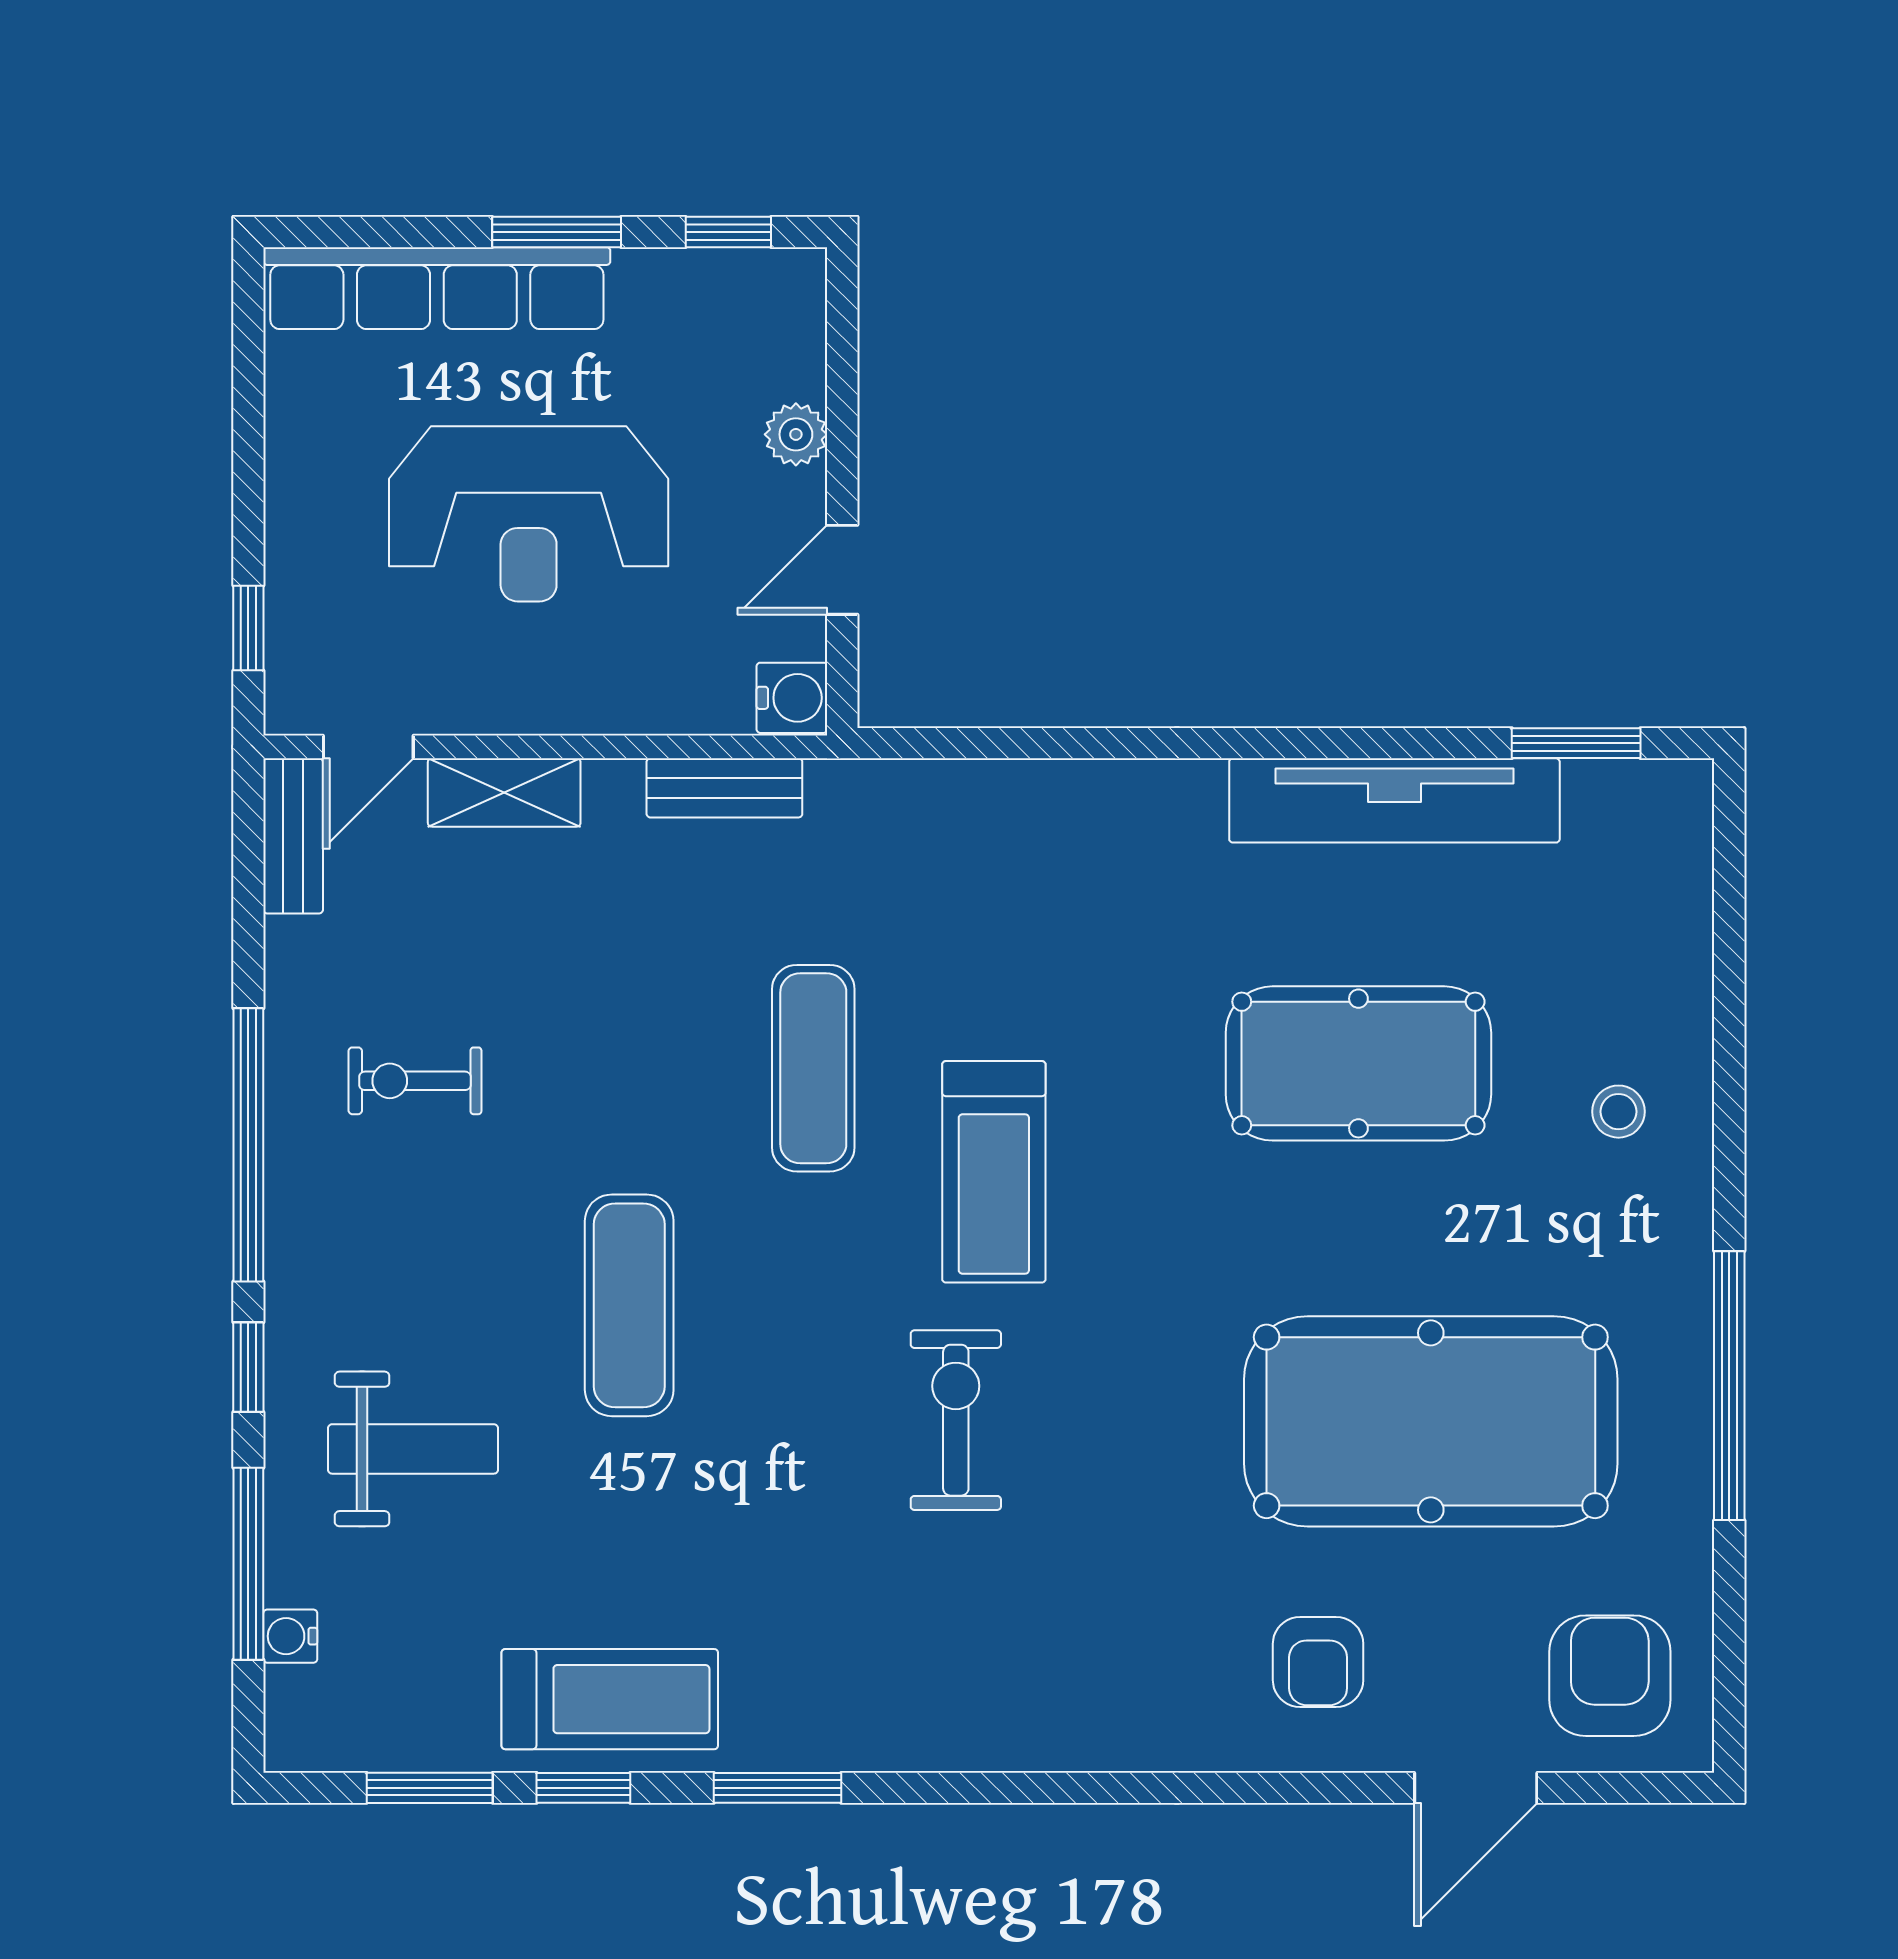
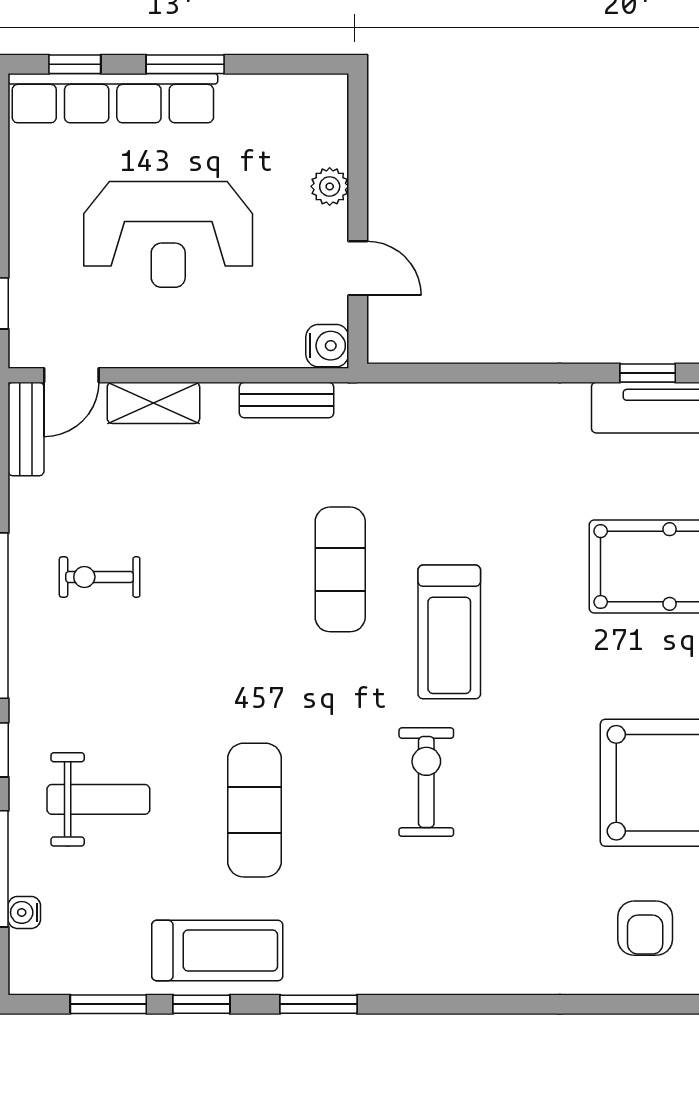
window: (728, 232) -> (75, 64), moved
door: (842, 570) -> (358, 268), swing flipped
window: (1322, 743) -> (648, 373), added
exercise mat: (629, 1305) -> (255, 810), moved

